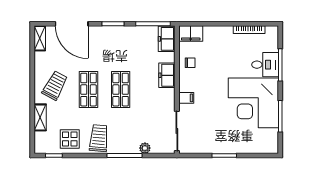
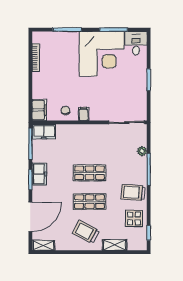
desk: (265, 65) -> (136, 43), moved
freezer: (167, 75) -> (39, 174), moved, turned -90
filing cabinet: (186, 98) -> (83, 114), moved

